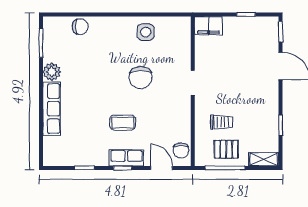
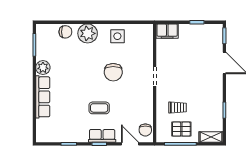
plant: (108, 29) -> (88, 33), added

